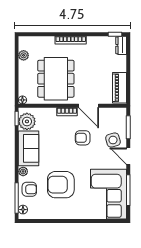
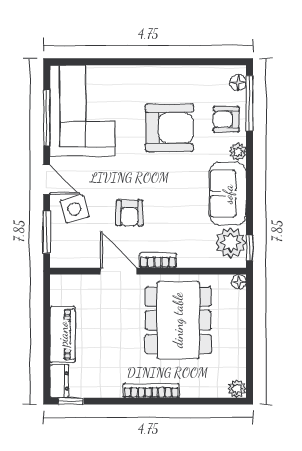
plant: (24, 55) -> (237, 389), moved
piano: (119, 88) -> (63, 334), moved
armchair: (83, 138) -> (129, 213), turned 90

